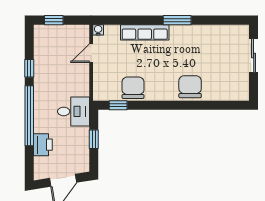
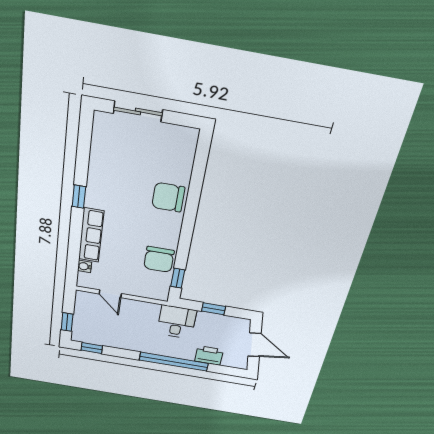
window: (177, 20) -> (79, 197), width x0.67
water cooler: (98, 30) -> (85, 266), moved
window: (29, 68) -> (92, 348), moved
chair: (133, 88) -> (159, 259), turned -90

